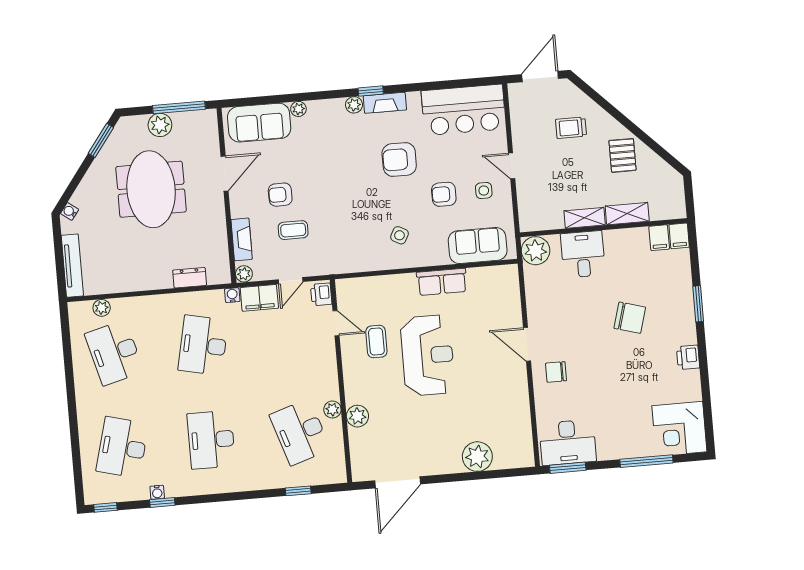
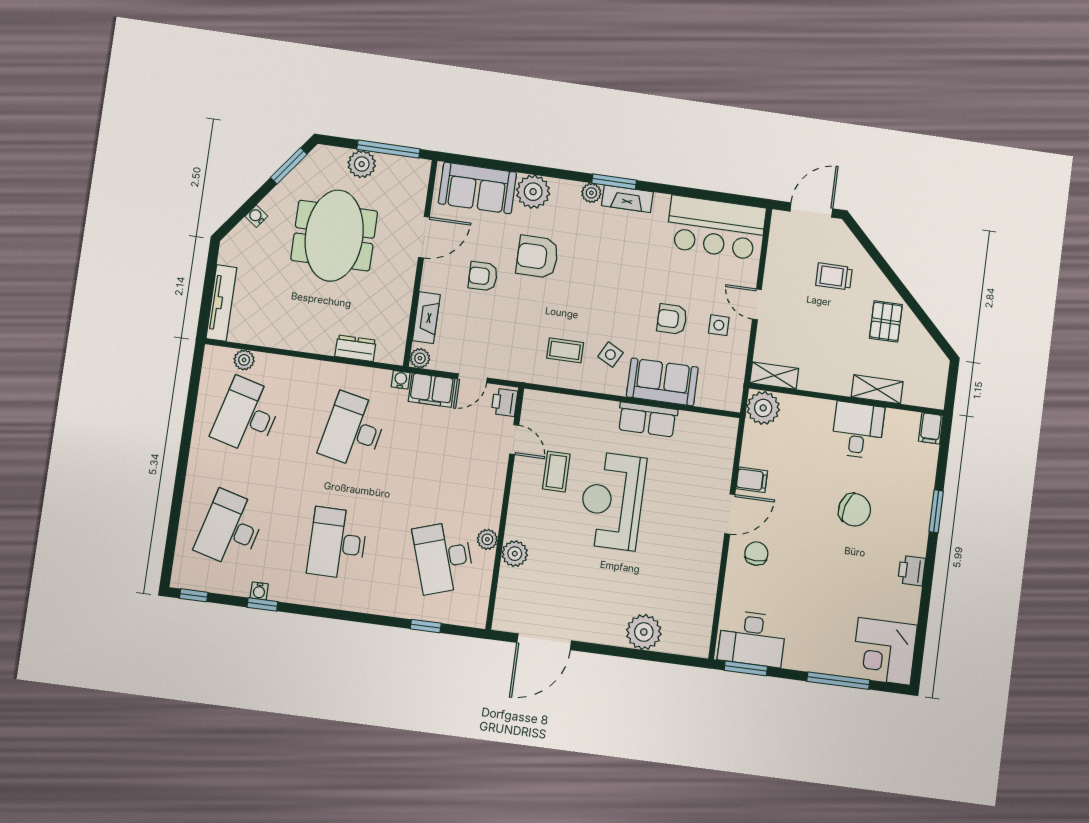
window: (371, 91) -> (614, 182), width x1.50
plant: (298, 109) -> (533, 192), width x1.87, depth x1.87
armchair: (399, 159) -> (537, 257), moved
water cooler: (70, 211) -> (256, 216), moved
shelving: (585, 218) -> (774, 376), moved
coffee table: (293, 230) -> (565, 350), moved
filing cabinet: (659, 238) -> (752, 480), moved, turned -90
sofa: (478, 246) -> (662, 382), moved
desk: (583, 254) -> (858, 430), moved
door: (527, 344) -> (730, 514), swing flipped
desk: (114, 353) -> (247, 416), turned 30
reception desk: (428, 355) -> (612, 501), turned 180
chair: (556, 372) -> (756, 554), turned 90

